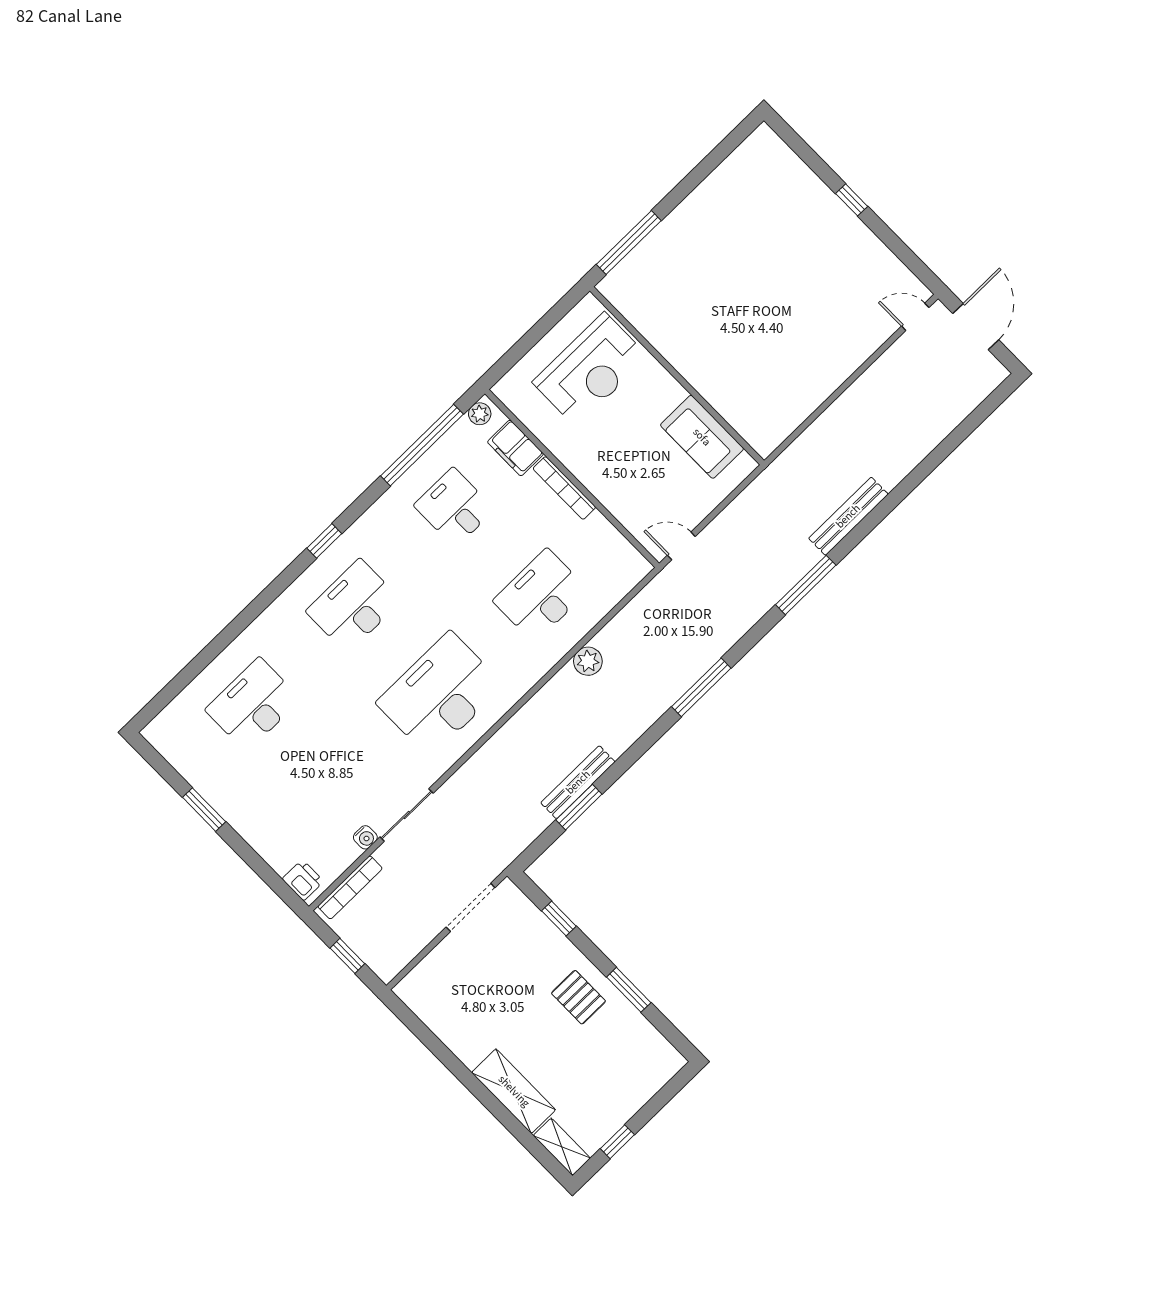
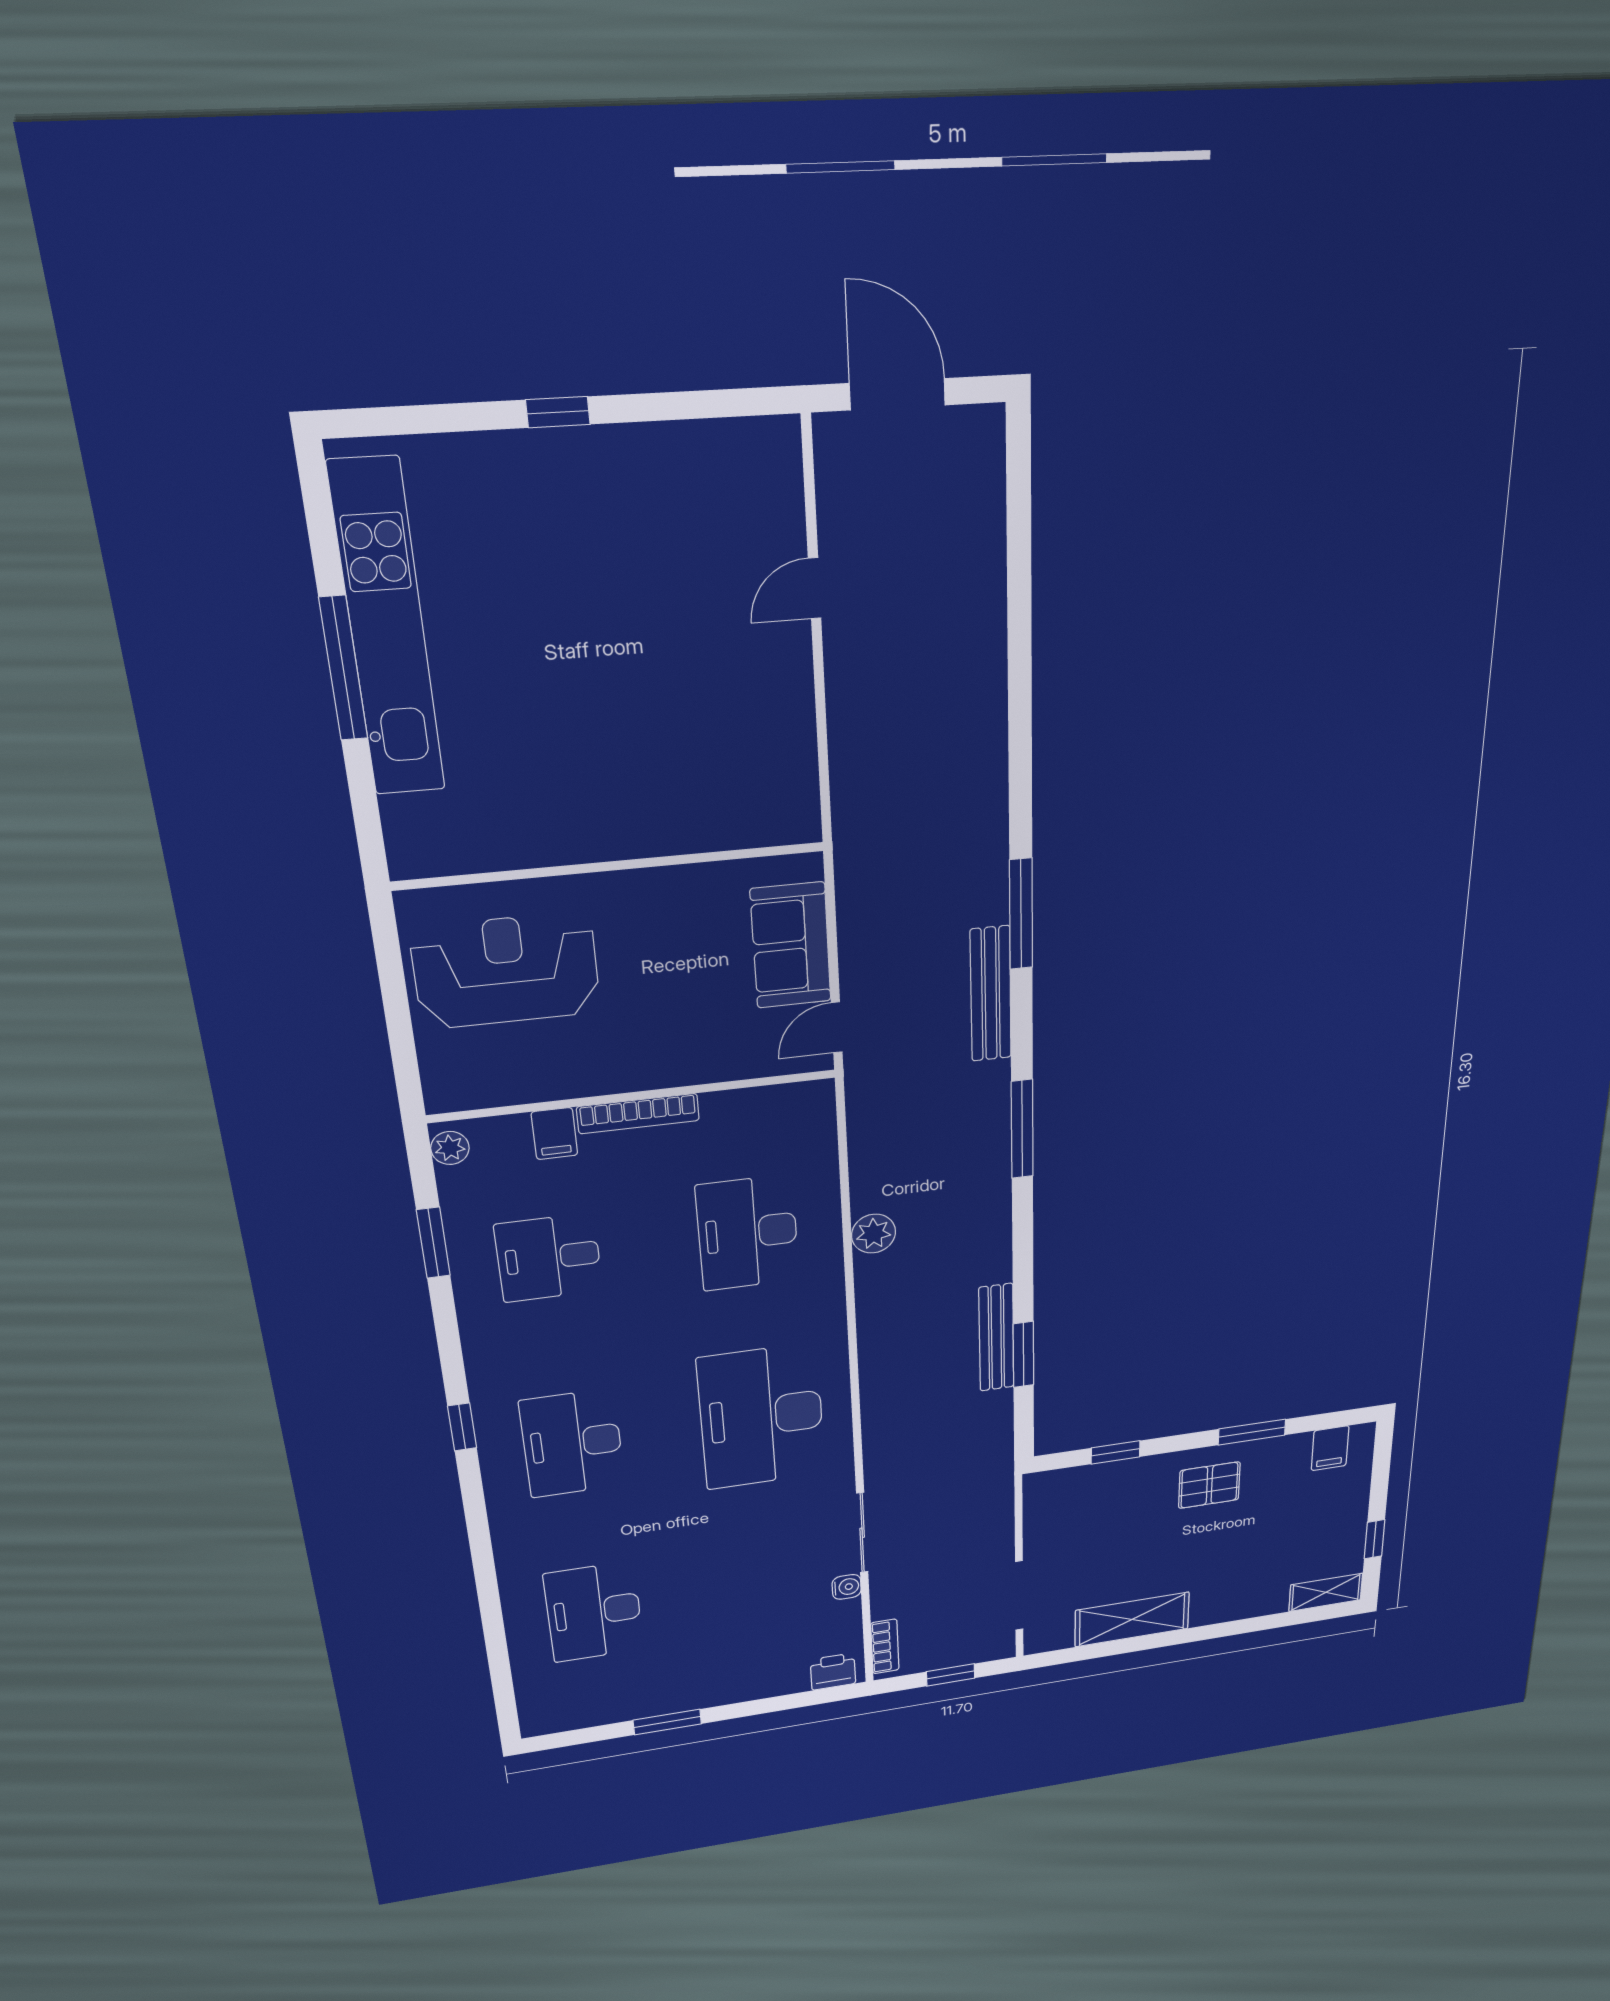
kitchen unit: (706, 202) -> (387, 630), added
window: (629, 243) -> (343, 669), moved
door: (915, 317) -> (815, 588), moved
reception desk: (590, 369) -> (506, 971), turned -90
sofa: (702, 437) -> (791, 945), moved, turned 90
window: (422, 445) -> (433, 1243), width x0.47
filing cabinet: (515, 448) -> (554, 1134), width x0.50
bench: (848, 516) -> (991, 994), moved
bookcase: (350, 887) -> (885, 1646), width x0.64
doorway: (471, 907) -> (1019, 1596), moved
filing cabinet: (653, 1050) -> (1330, 1448), added
shelving: (514, 1091) -> (1132, 1619), moved

